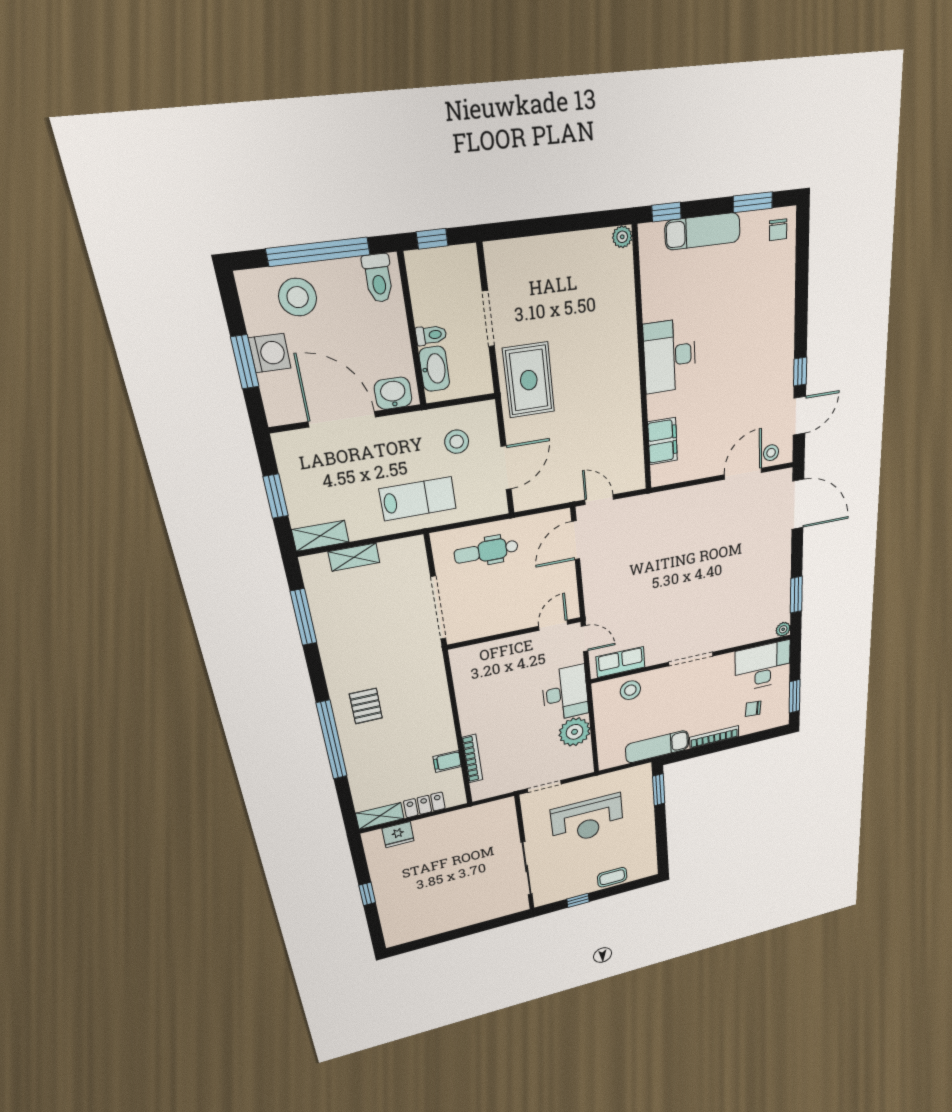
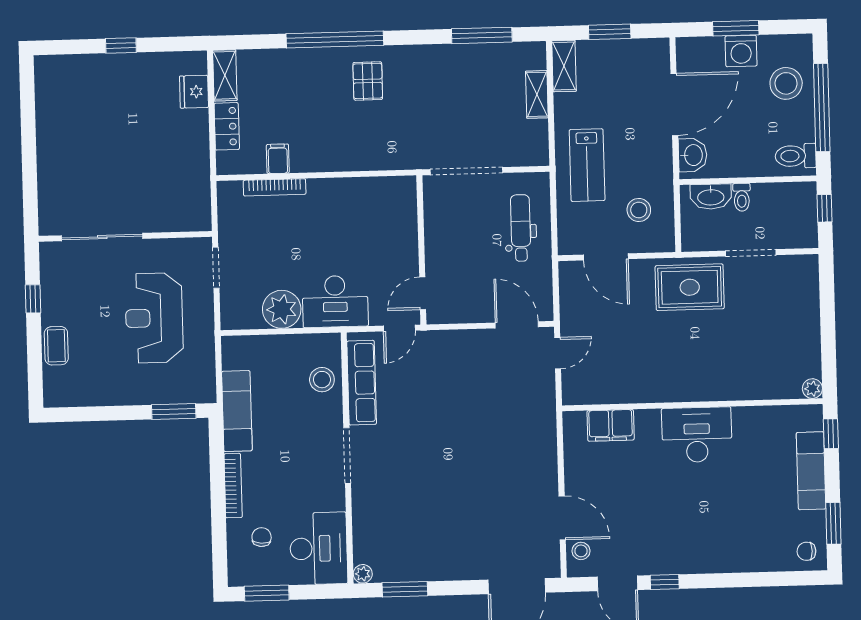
door: (553, 625) -> (423, 293), swing flipped
row of seats: (621, 662) -> (362, 383), width x1.48
pallet: (366, 706) -> (368, 81), turned 90

